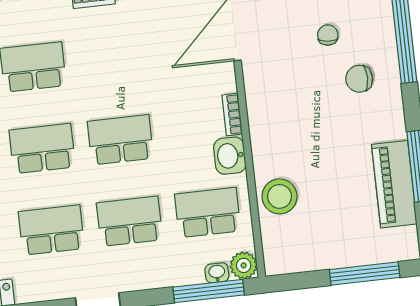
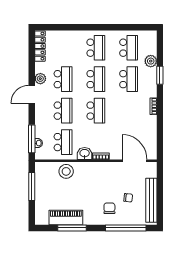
plant: (244, 265) -> (40, 79), moved
window: (365, 273) -> (32, 187), moved

